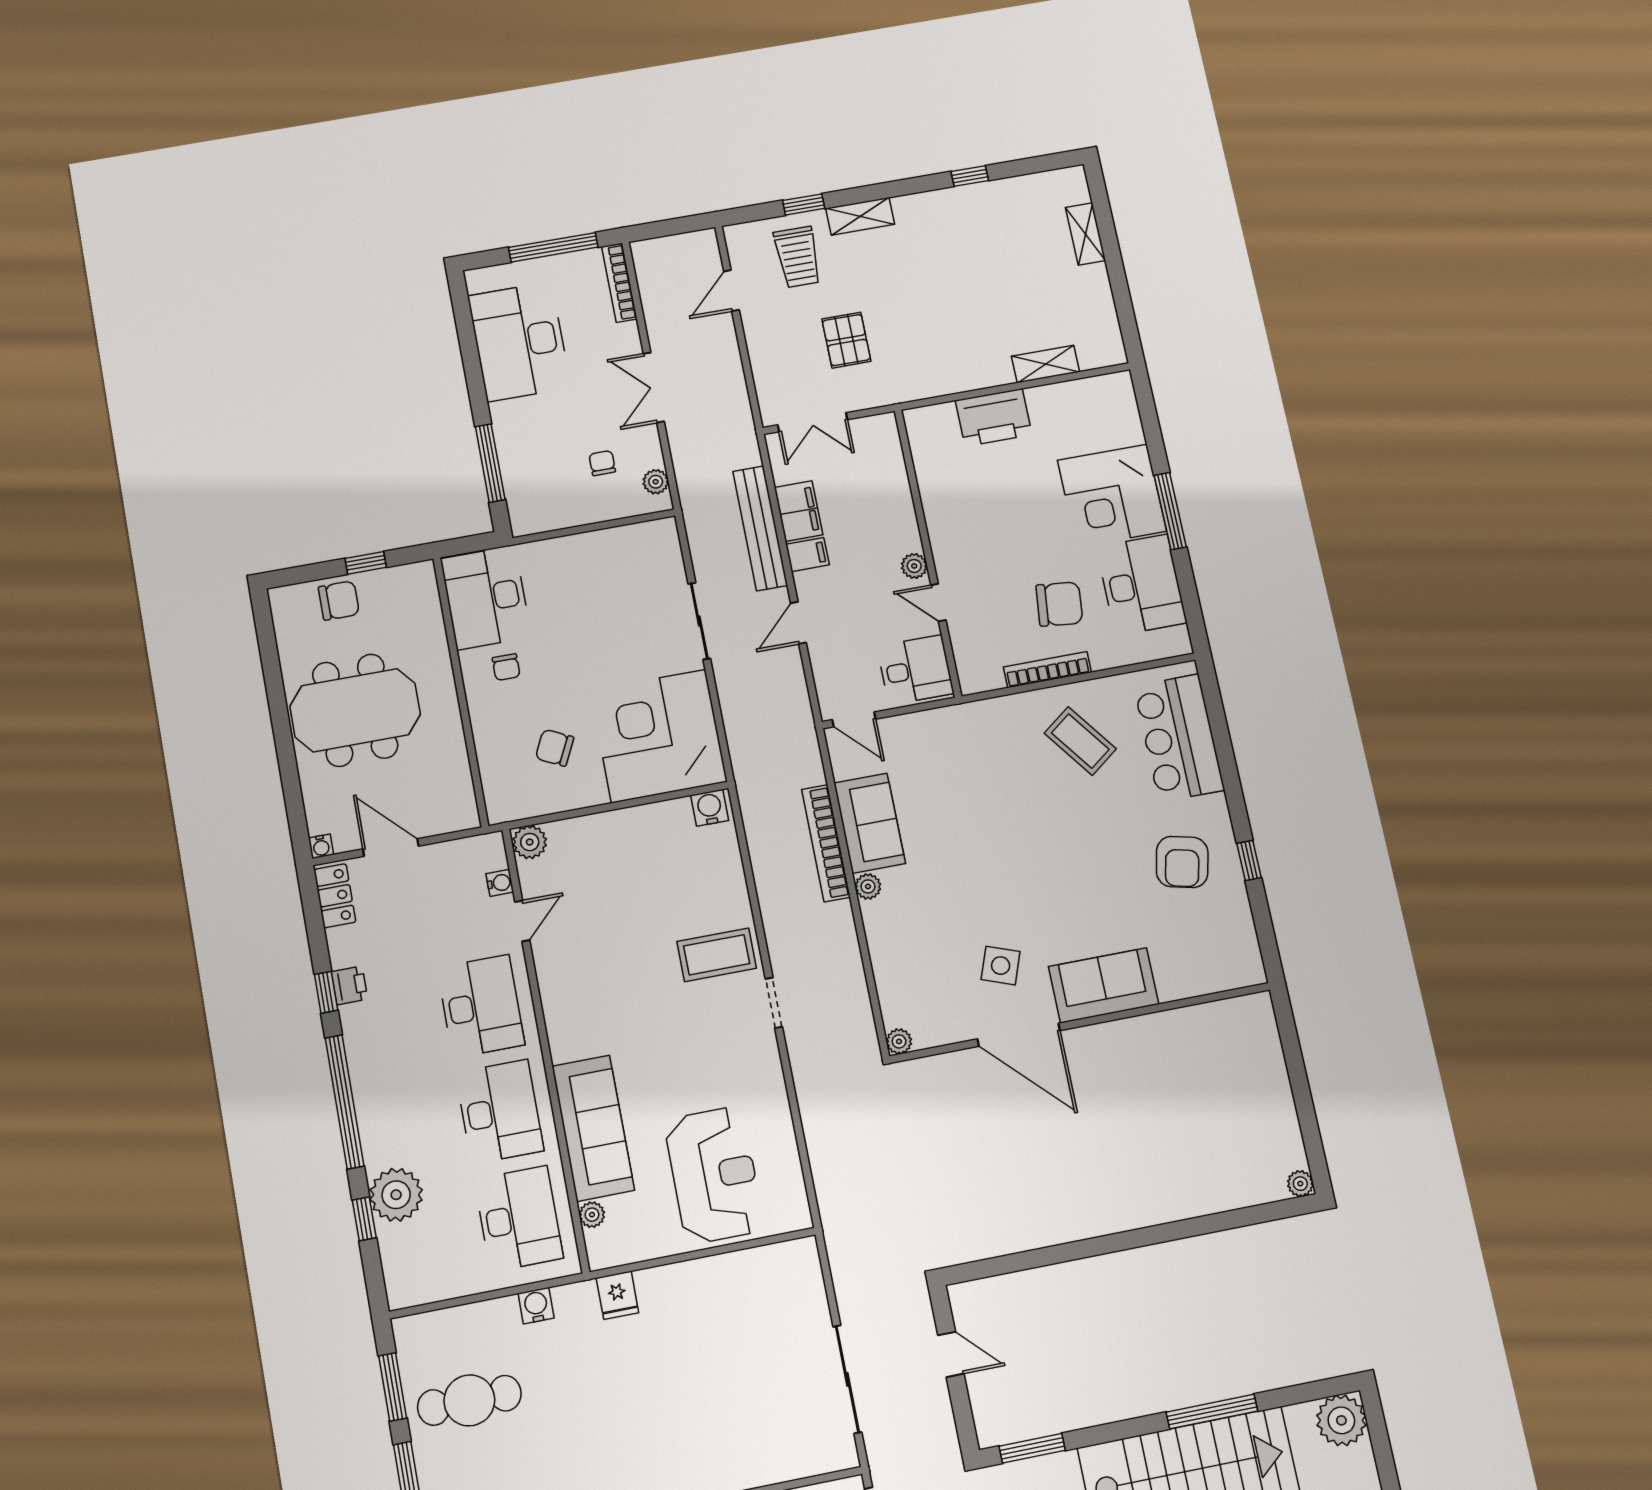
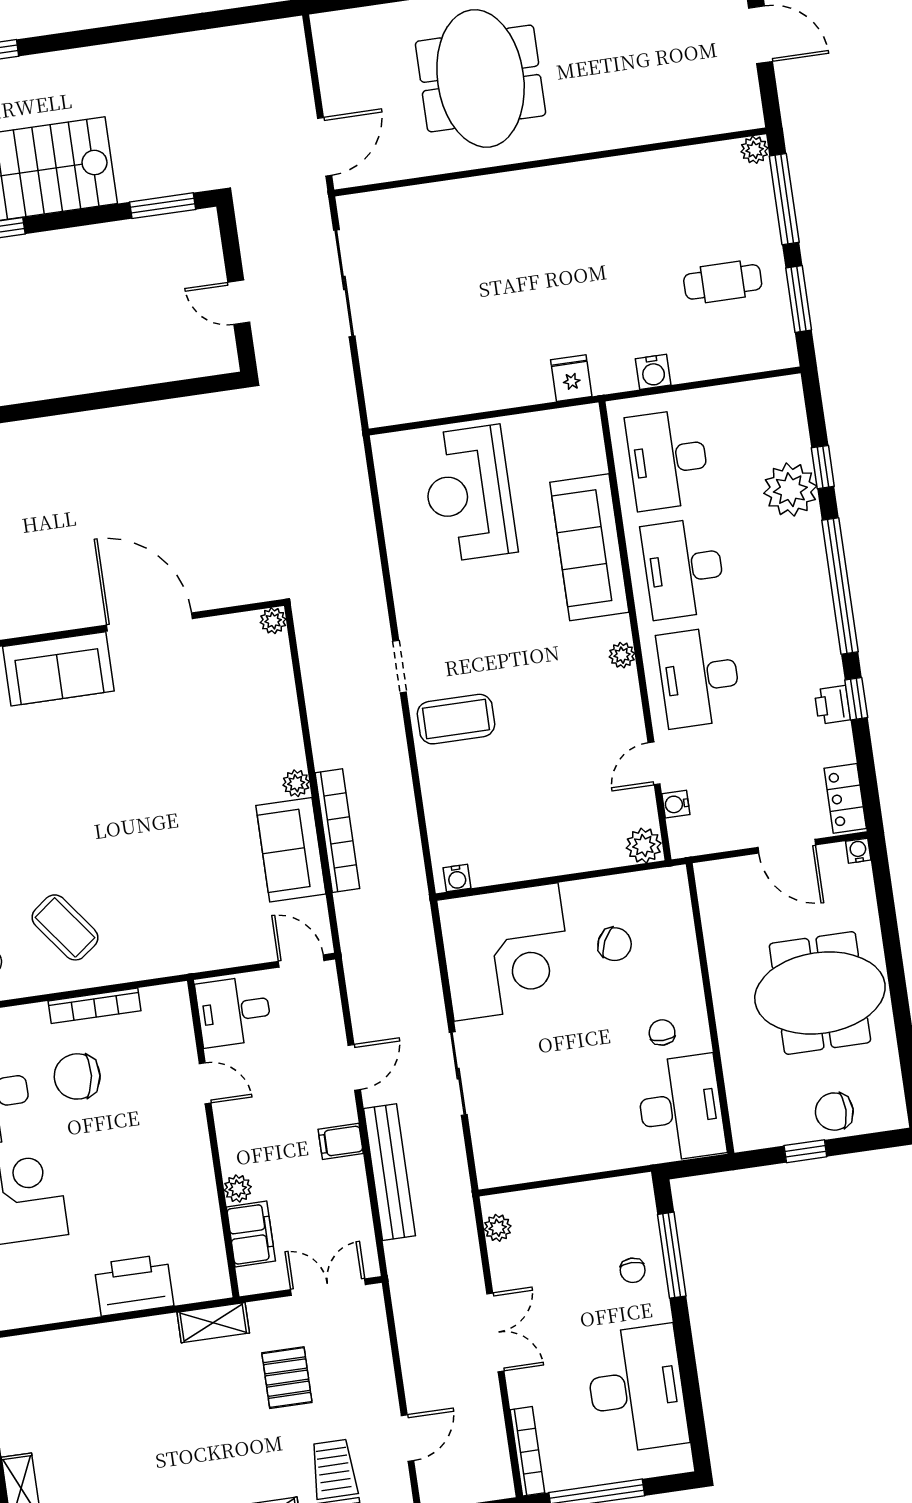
shelving: (1046, 364) -> (213, 1323), moved
chair: (602, 463) -> (633, 1270), moved
filing cabinet: (799, 511) -> (251, 1234), moved, turned 180
plant: (914, 566) -> (238, 1189), moved
water cooler: (710, 808) -> (457, 878), width x0.72, depth x0.72
side table: (1001, 966) -> (164, 694), removed
plant: (592, 1215) -> (622, 655), moved
cafe table: (469, 1400) -> (723, 282), width x0.73, depth x0.74

